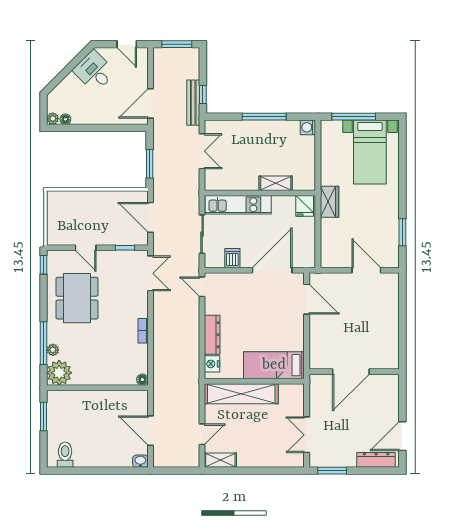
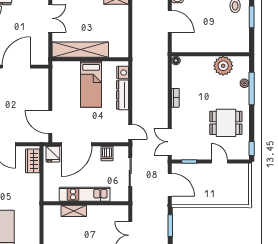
wardrobe: (329, 202) -> (33, 161), moved
kitchen unit: (238, 205) -> (85, 194), moved
fridge: (305, 206) -> (53, 154), moved, turned 180
dining table: (77, 298) -> (226, 123), width x0.73
bed: (274, 365) -> (91, 84), moved, turned 90
plant: (59, 373) -> (223, 66), moved
shelving: (241, 394) -> (80, 50), moved
window: (43, 416) -> (252, 17), moved
door: (202, 434) -> (130, 19), removed

